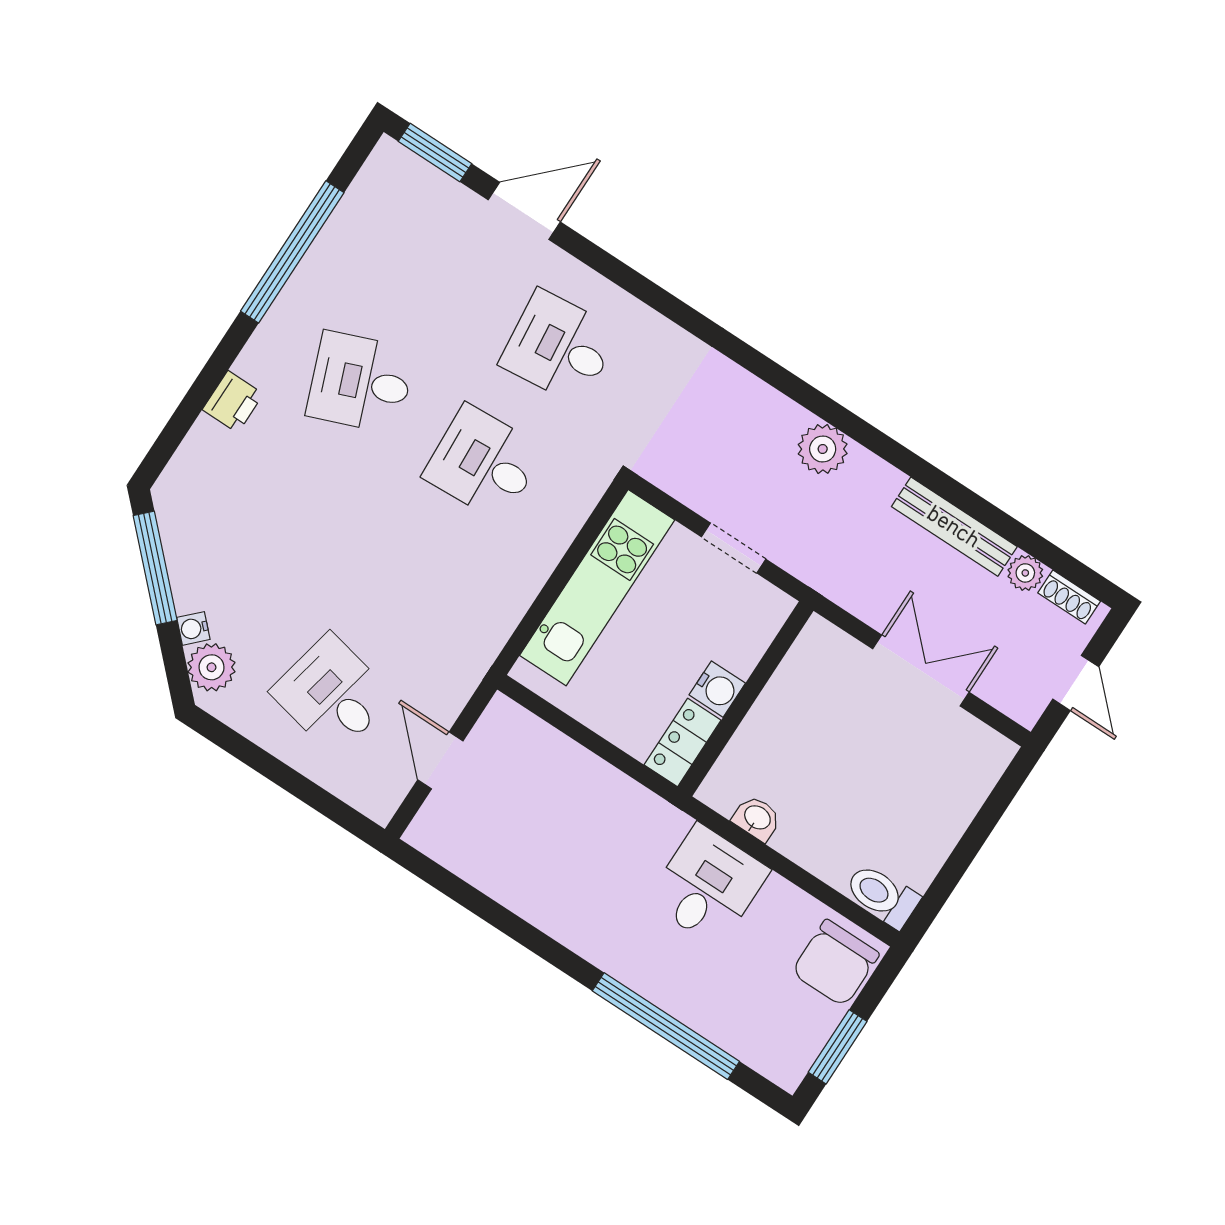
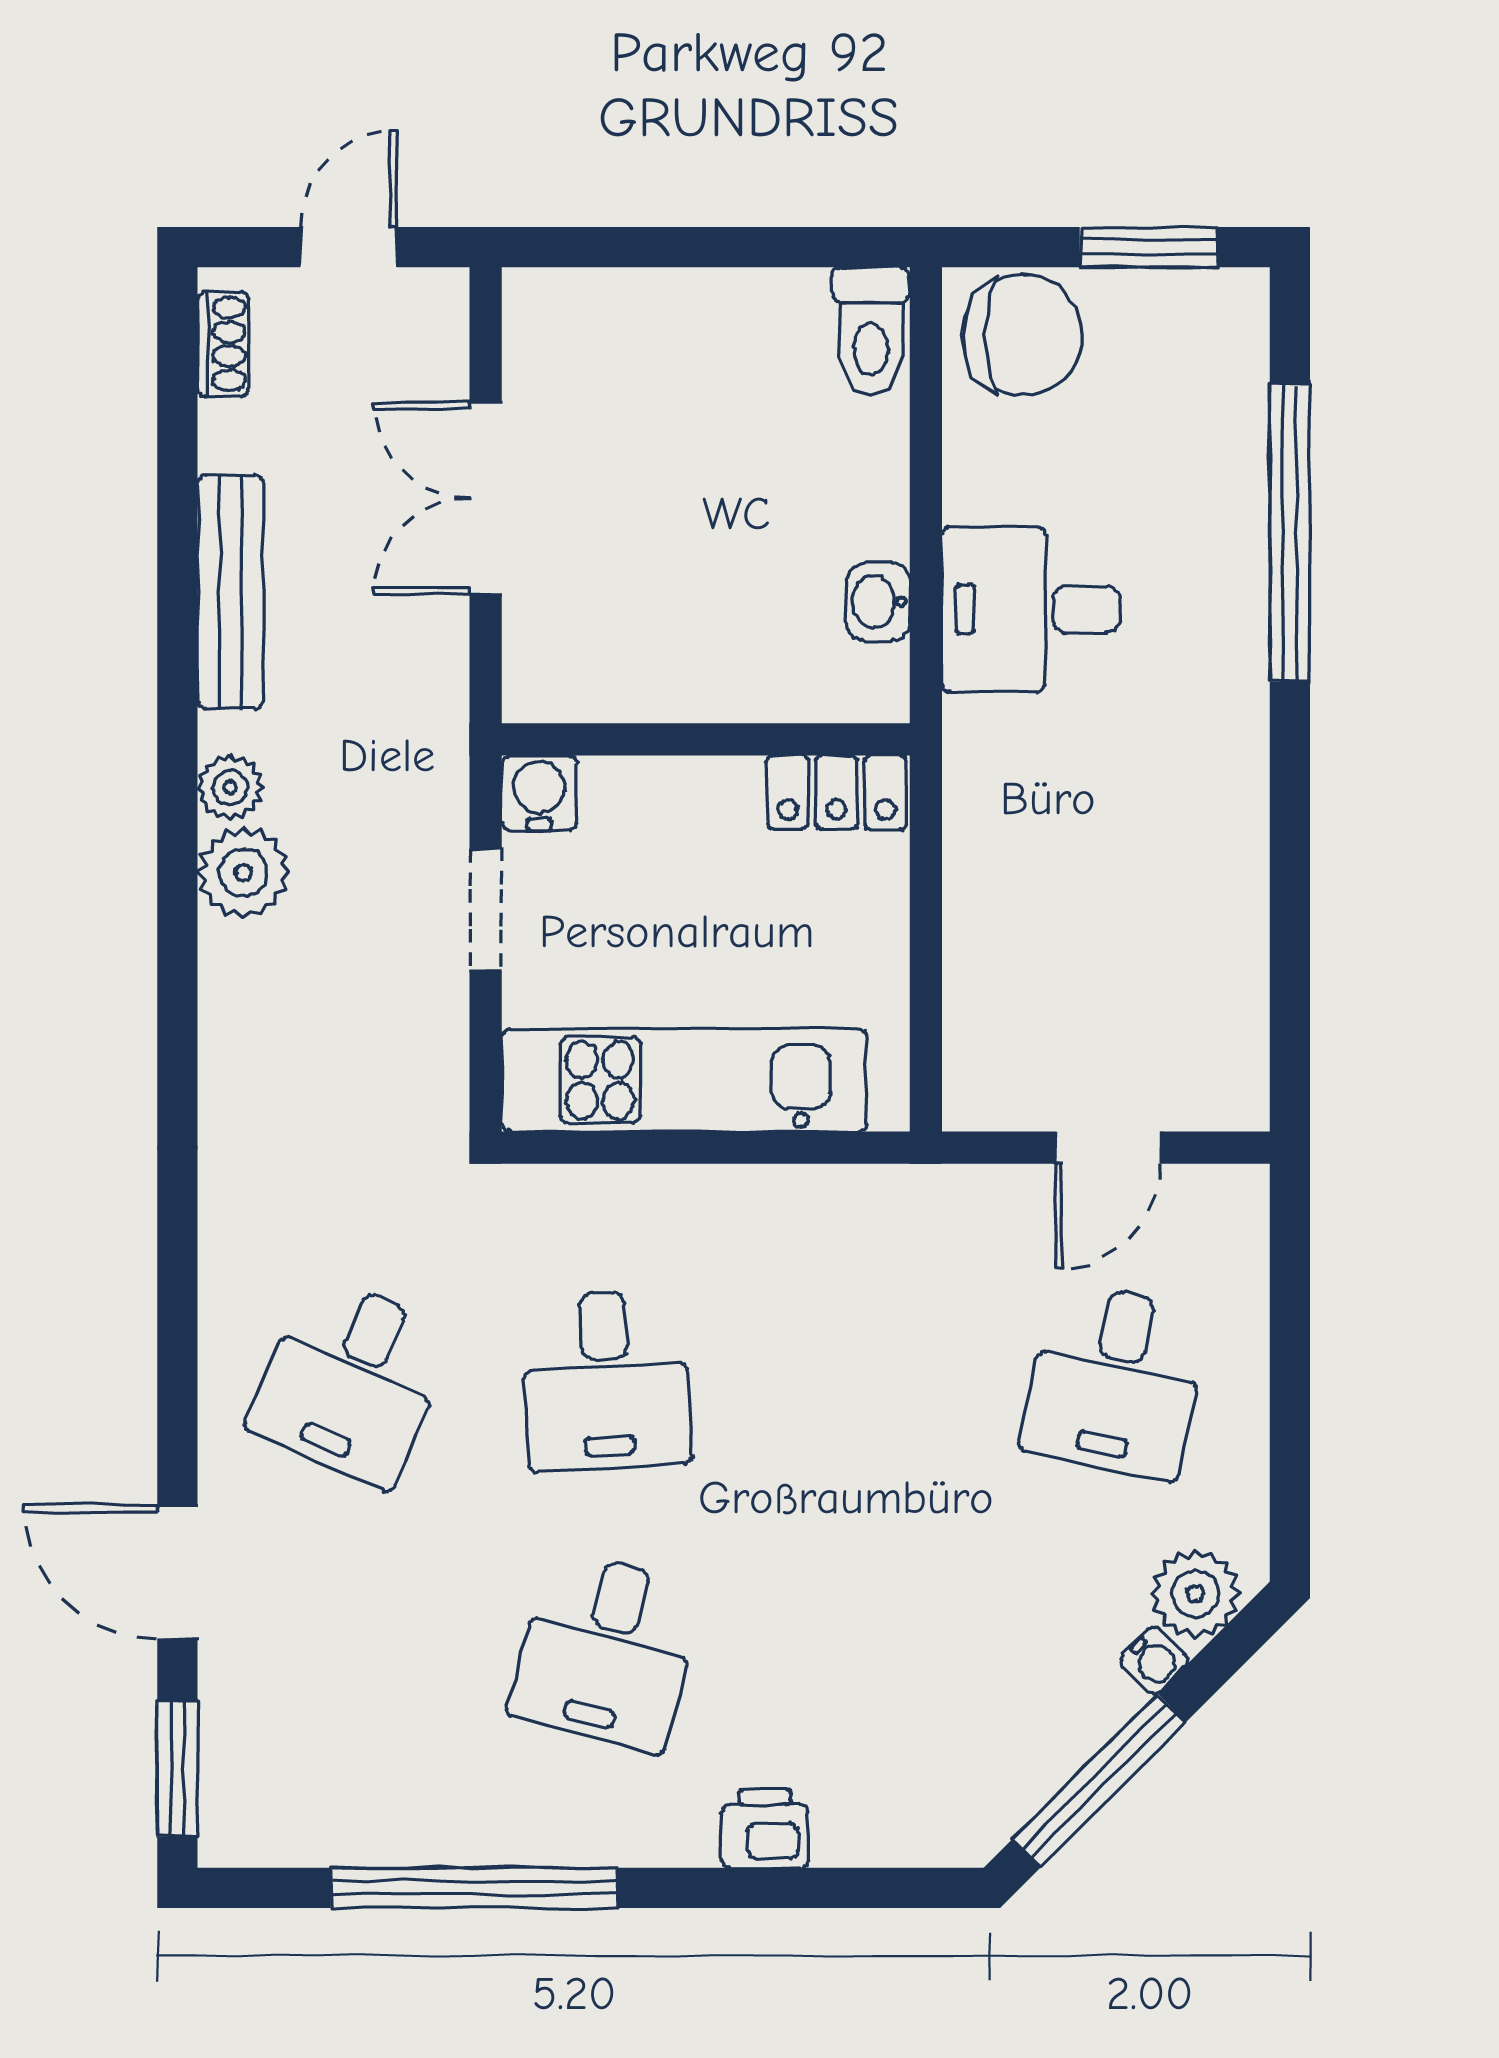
desk: (559, 347) -> (352, 1380), turned 30
desk: (361, 382) -> (606, 1651), turned 36
plant: (1025, 573) -> (230, 788), moved
water cooler: (717, 689) -> (539, 793), moved

